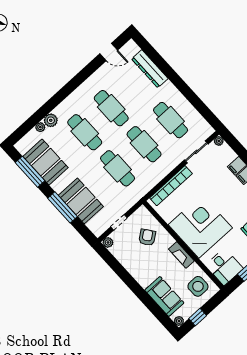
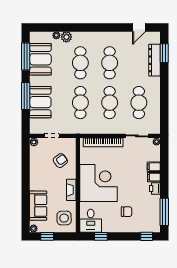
door: (109, 52) -> (139, 27), hinge flipped
window: (153, 54) -> (164, 53), added

